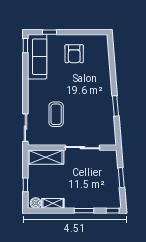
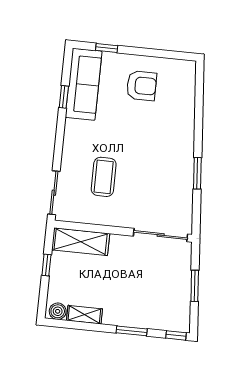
window: (25, 46) -> (64, 97), moved
armchair: (74, 54) -> (142, 86), turned -90
sliding door: (83, 148) -> (161, 235), moved
window: (25, 185) -> (46, 265), moved

